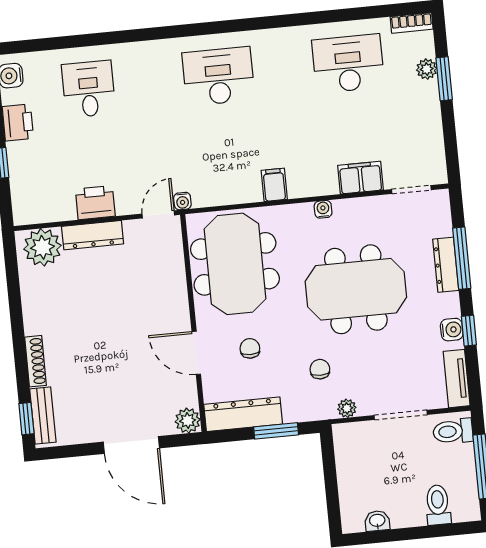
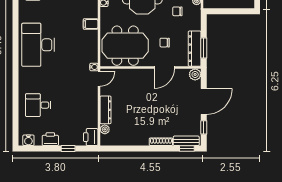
desk: (218, 76) -> (38, 45), width x1.36, depth x1.30
printer: (95, 203) -> (91, 137), moved
door: (158, 214) -> (99, 79), swing flipped
plant: (42, 247) -> (105, 129), width x0.53, depth x0.53
window: (276, 431) -> (204, 48), moved
window: (76, 451) -> (204, 127), added

